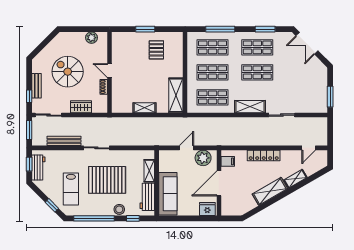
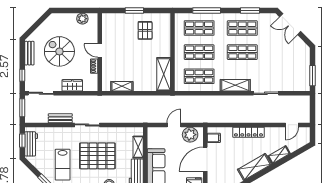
bench: (37, 86) -> (29, 53), moved
shelving: (145, 108) -> (122, 86), moved
bench: (64, 141) -> (60, 118), width x0.73

